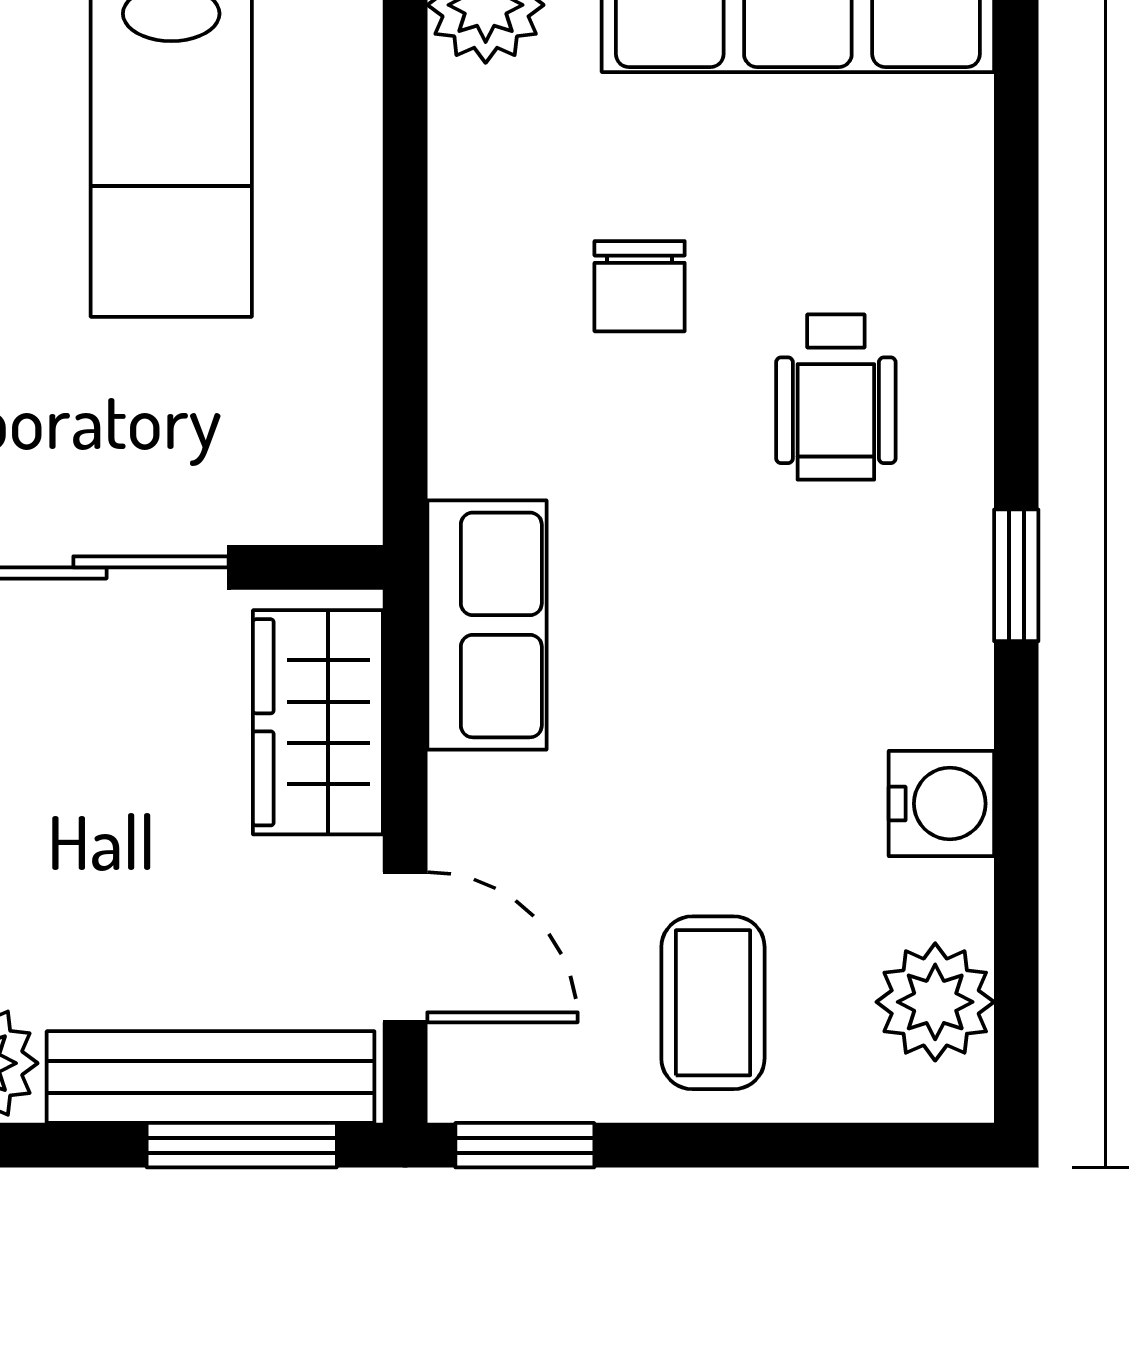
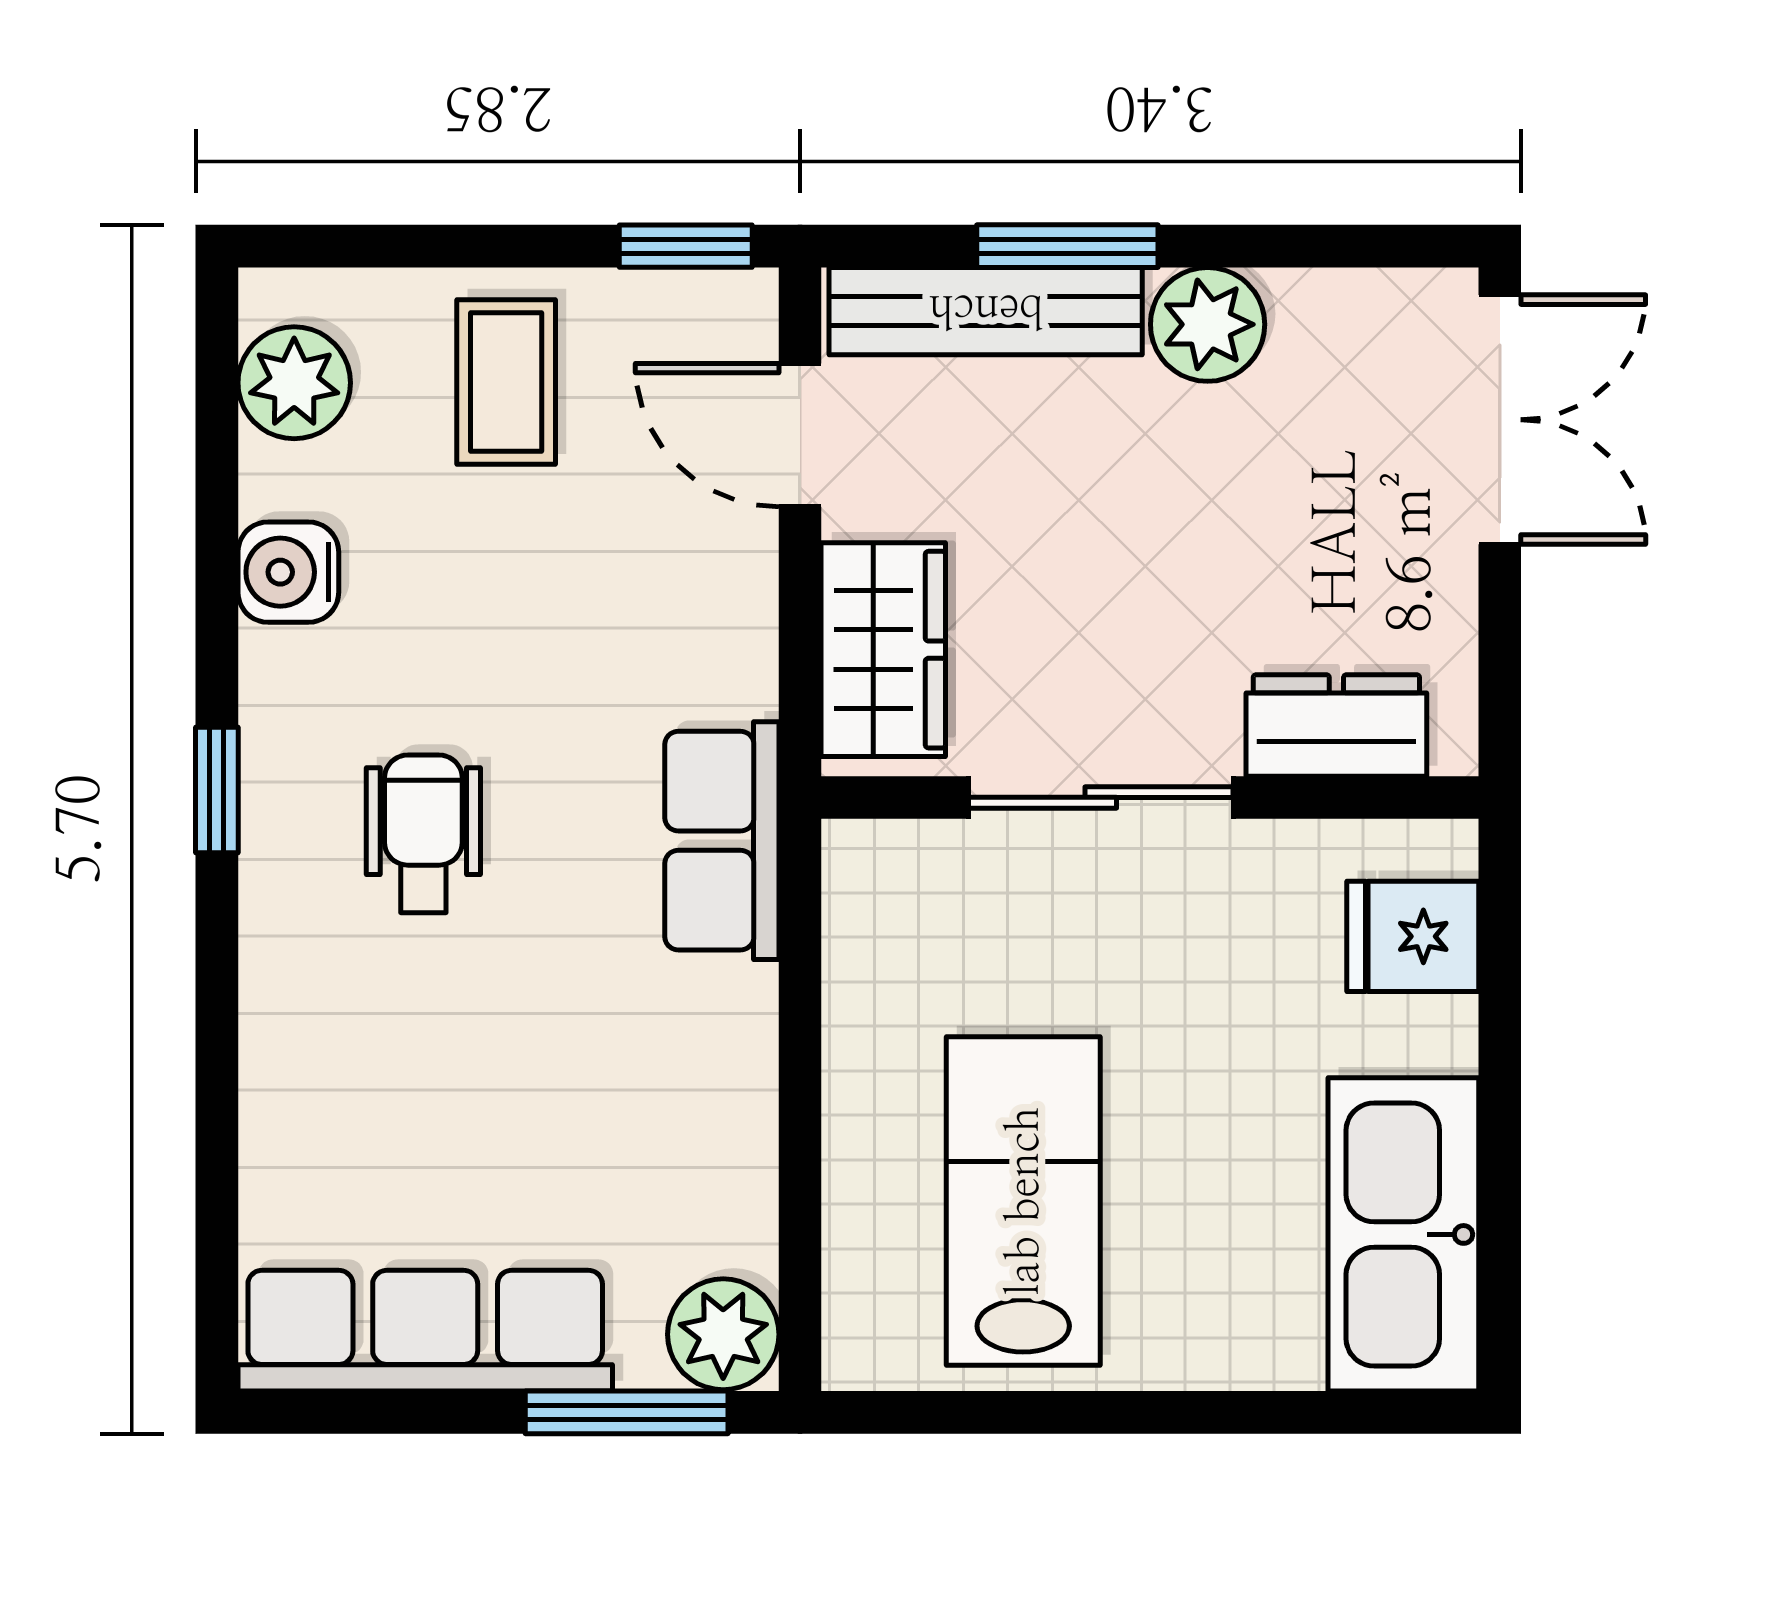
chair: (640, 286) -> (576, 1066), removed
wheelchair: (836, 397) -> (423, 834), moved
row of seats: (487, 625) -> (722, 841), moved
window: (242, 1145) -> (1067, 246), moved

